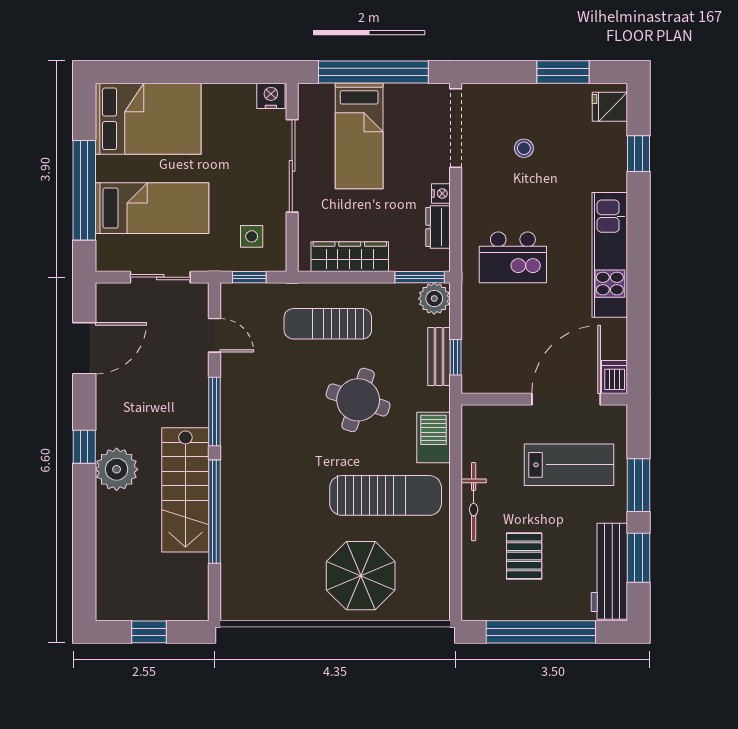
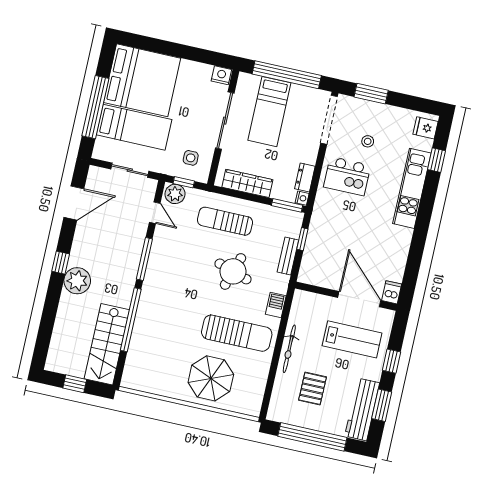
window: (563, 72) -> (371, 94), moved
bed: (148, 119) -> (142, 80), width x1.36
nightstand: (441, 194) -> (302, 198), moved
kitchen unit: (610, 255) -> (412, 188), moved
kitchen island: (513, 257) -> (347, 176), moved
plant: (434, 299) -> (175, 194), moved
window: (456, 357) -> (302, 239), moved
door: (566, 399) -> (359, 299), hinge flipped
barbecue: (433, 438) -> (276, 305), width x0.73, depth x0.79
window: (639, 485) -> (392, 361), width x0.67
stairs: (185, 490) -> (107, 344), moved

